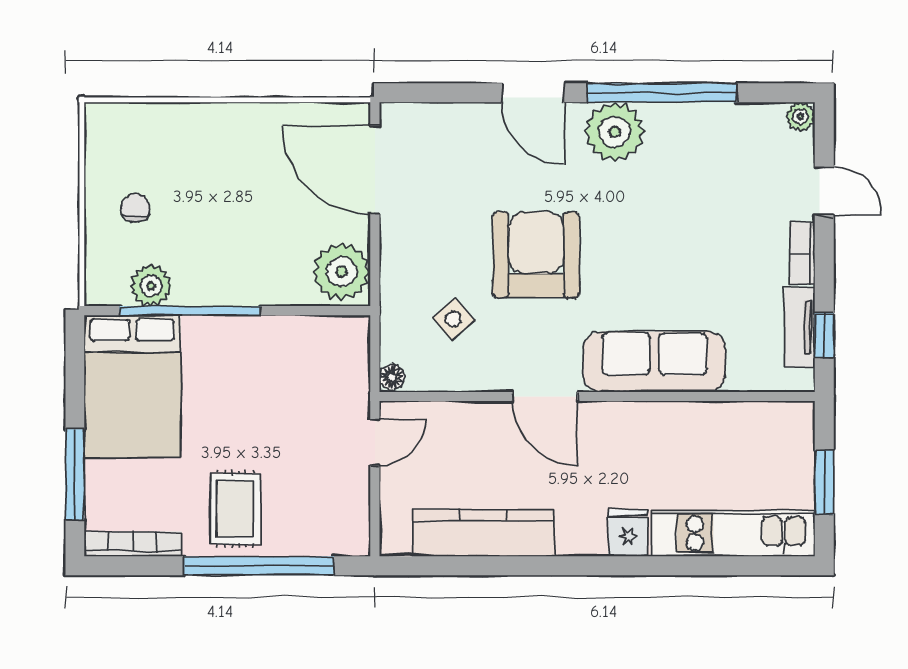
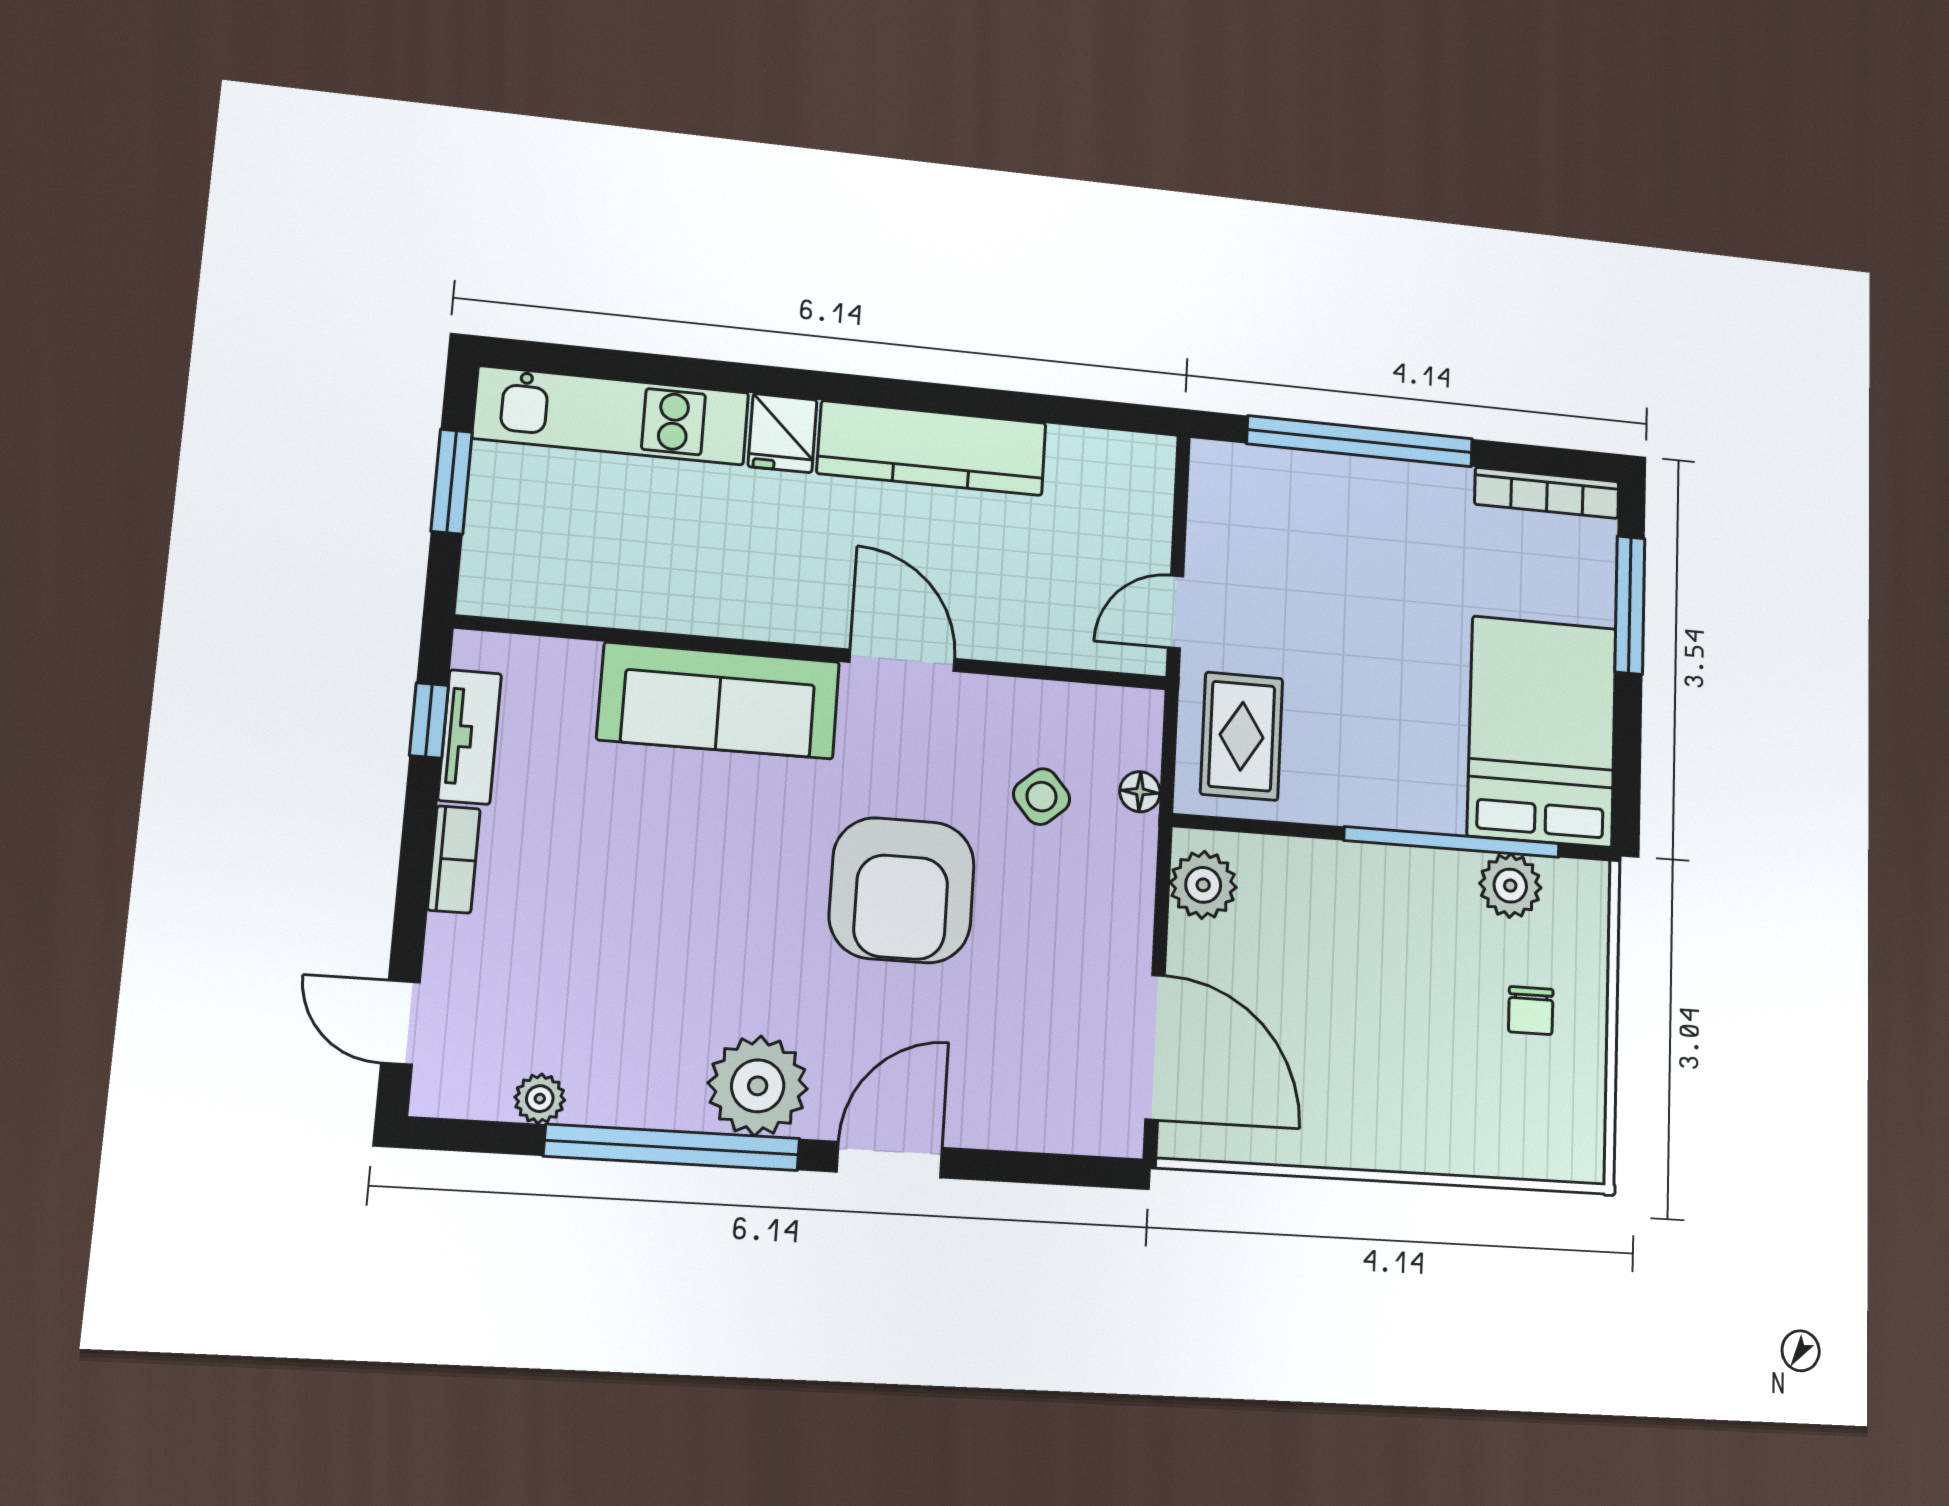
door: (533, 93) -> (890, 1160), hinge flipped
plant: (800, 117) -> (540, 1099), moved
door: (824, 191) -> (400, 1023), moved
plant: (342, 272) -> (1203, 885), width x0.73, depth x0.73
floor lamp: (392, 377) -> (1140, 792), moved
rug: (235, 509) -> (1242, 736), moved
kitchen counter: (483, 533) -> (932, 448), moved

